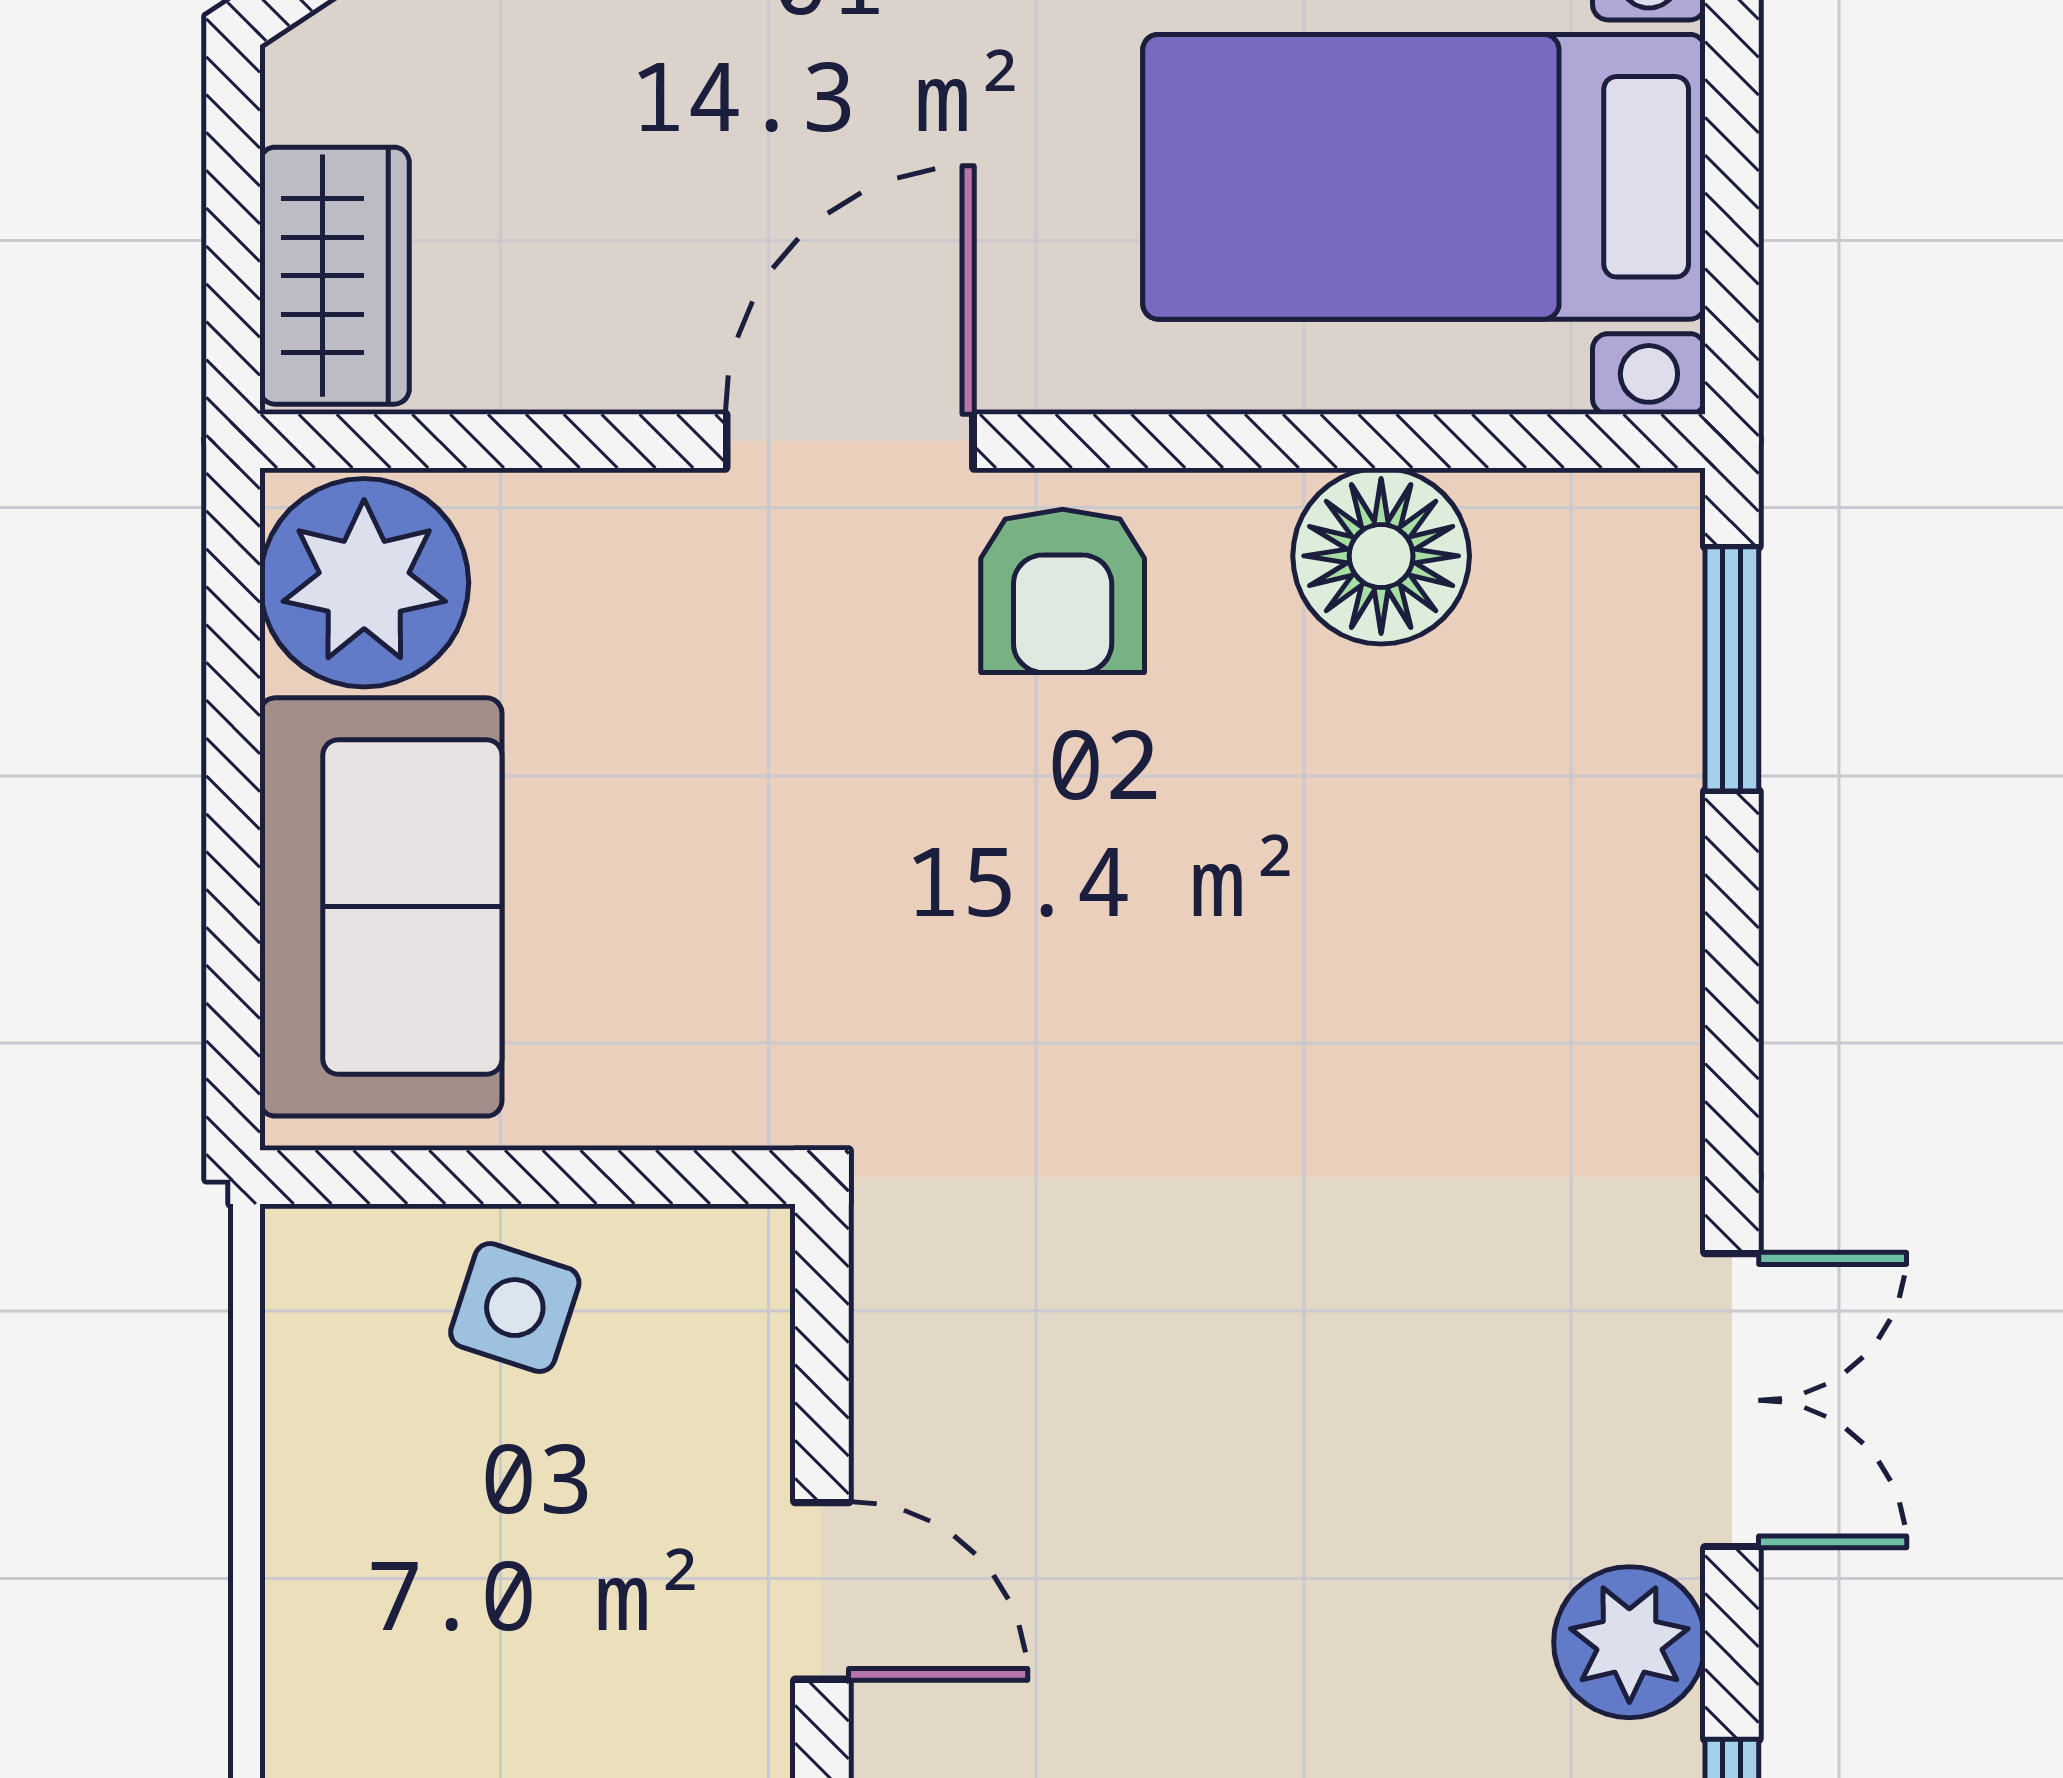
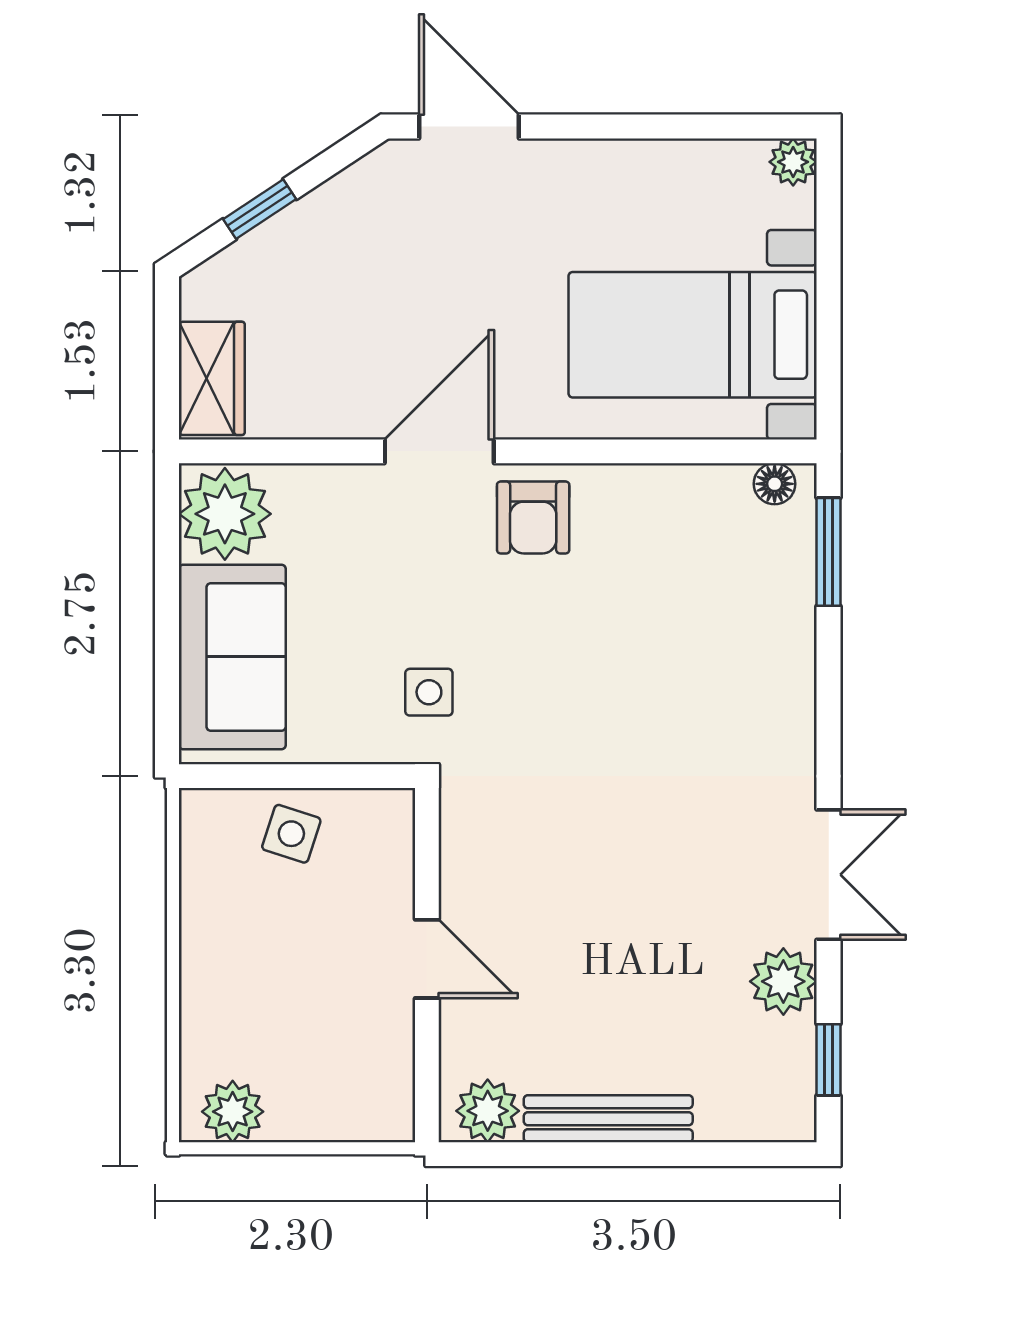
floor lamp: (1381, 556) -> (775, 484), moved, width x0.53, depth x0.53
side table: (827, 987) -> (429, 692), added

